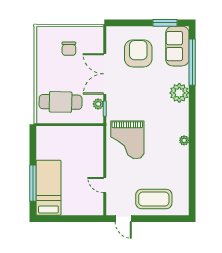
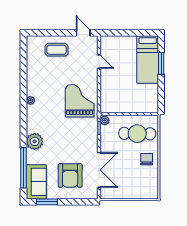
chair: (69, 49) -> (147, 159), moved
double door: (105, 74) -> (99, 170), moved
plant: (98, 104) -> (105, 120), moved
window: (33, 183) -> (161, 63), width x0.69
coffee table: (154, 199) -> (57, 50), width x0.73, depth x0.76

